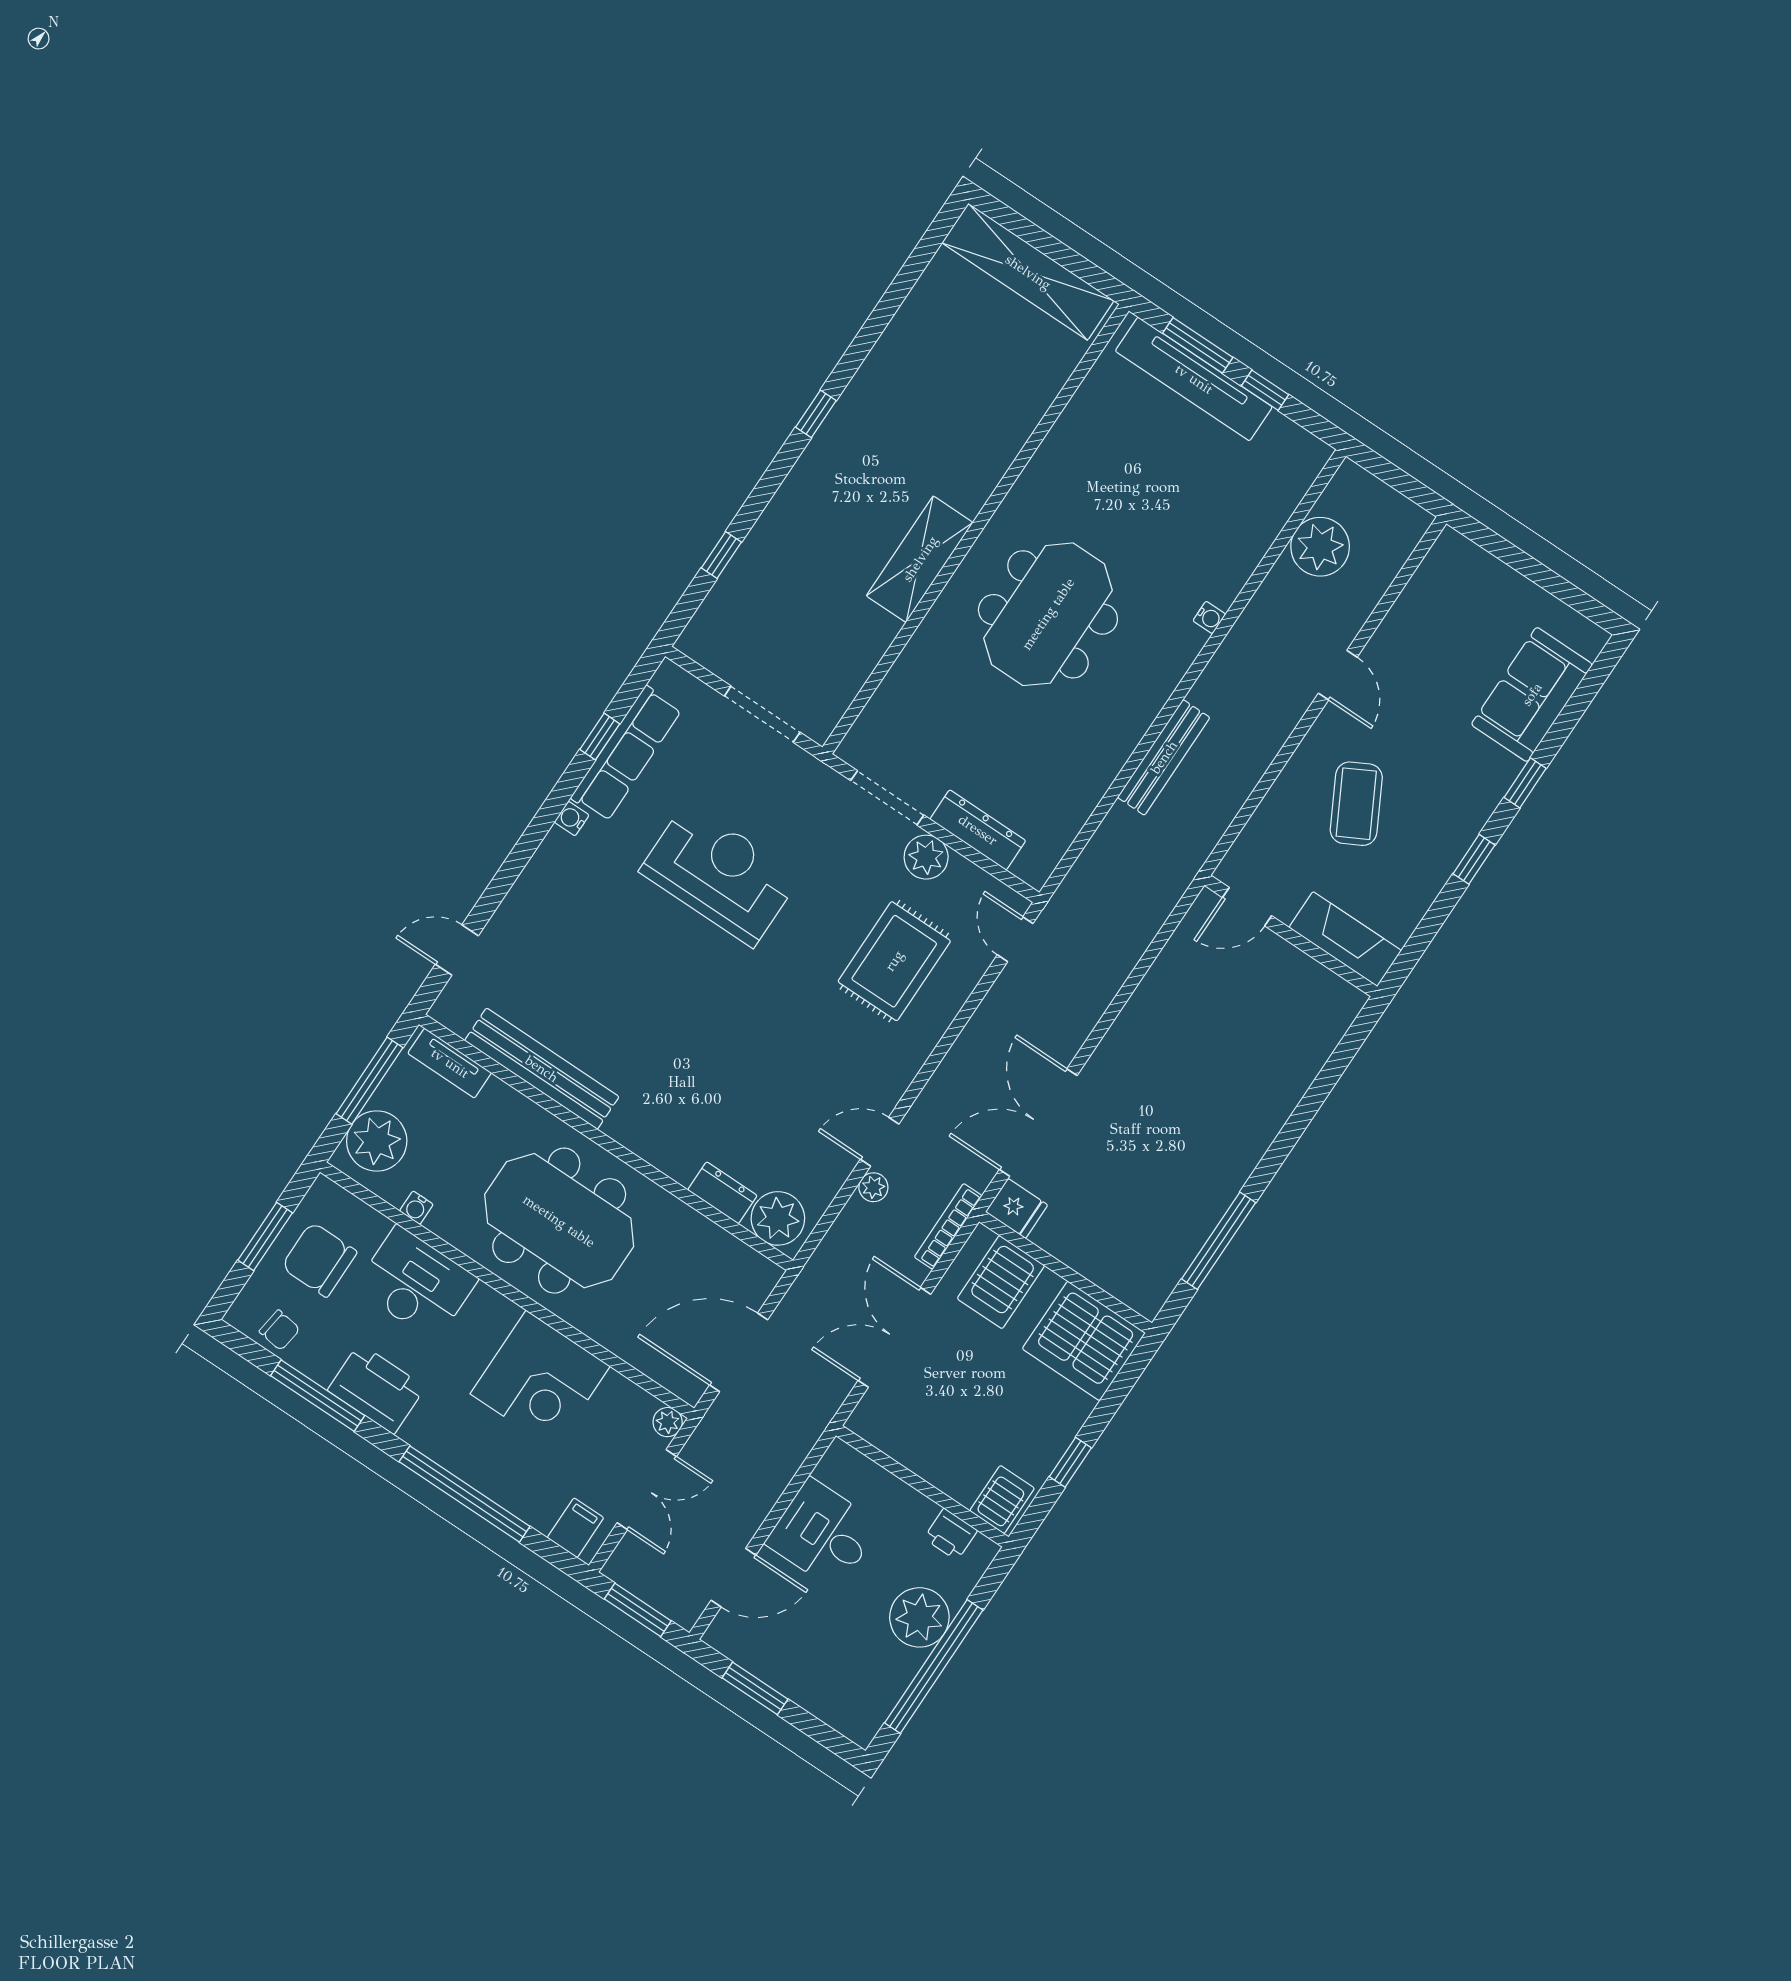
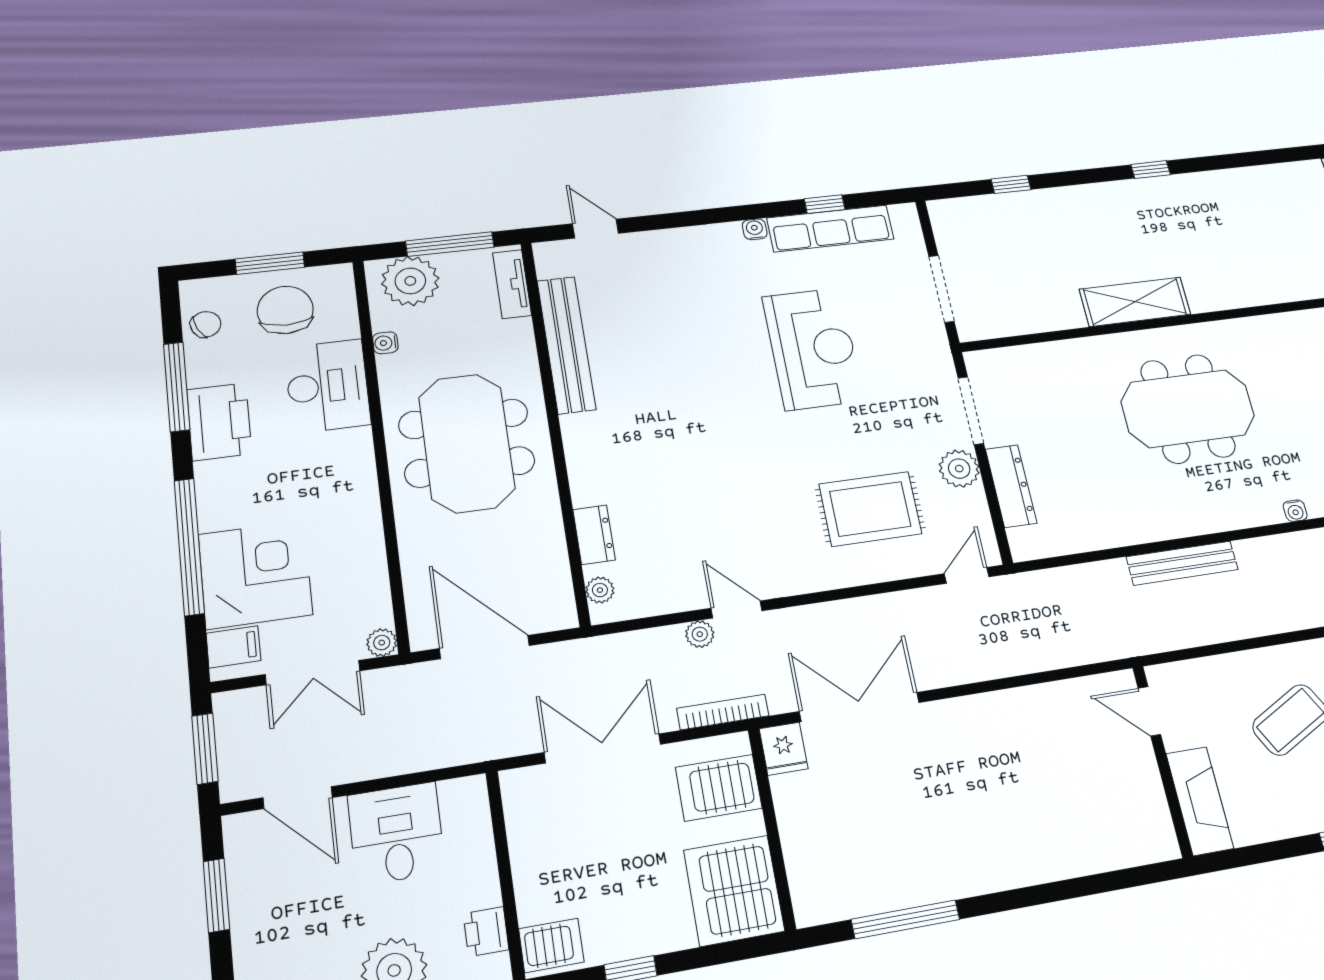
plant: (778, 1218) -> (600, 590), width x0.53, depth x0.53
chair: (280, 1330) -> (206, 324), turned -124
corner desk: (540, 1380) -> (255, 574), moved, turned 180

